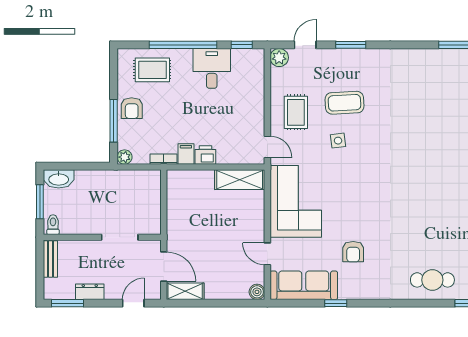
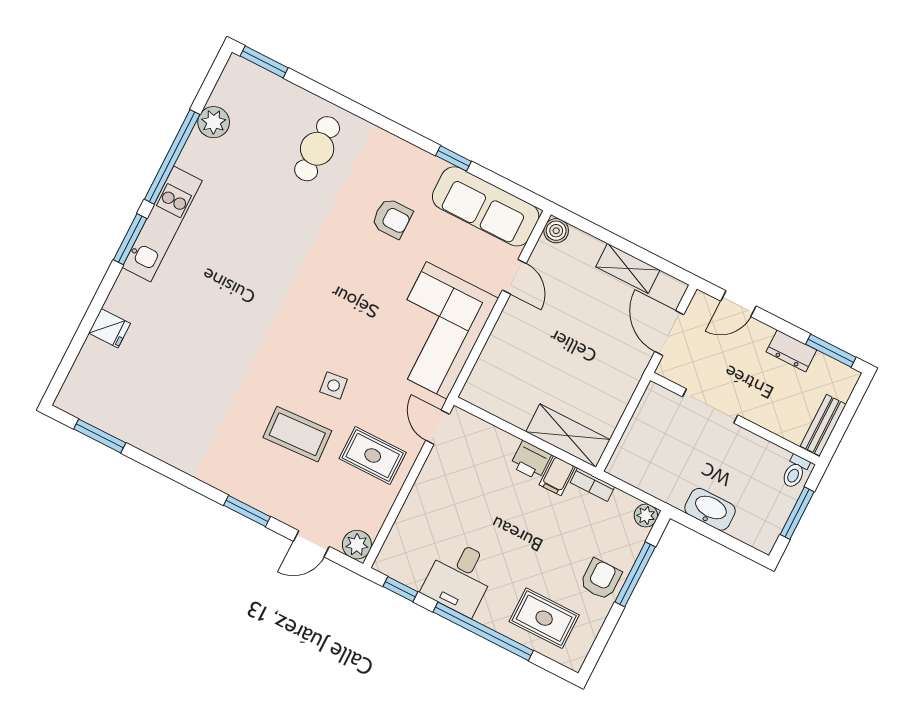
rug: (296, 112) -> (373, 456), turned 90
washbasin: (59, 179) -> (710, 509), moved
shelving: (240, 180) -> (568, 436), moved
armchair: (353, 252) -> (392, 218), turned 90
cafe table: (432, 280) -> (317, 149), moved, turned 90
shelving: (185, 291) -> (628, 268), moved

